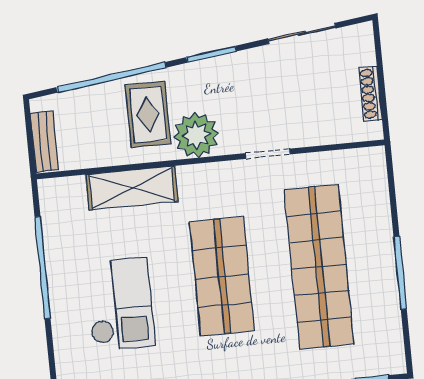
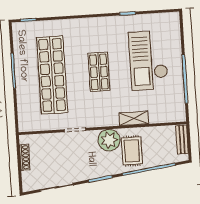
shelving: (132, 188) -> (134, 118), width x0.67, depth x0.75
shop shelf: (222, 276) -> (99, 72), width x0.70, depth x0.74
checkout: (120, 304) -> (148, 60), width x1.36, depth x1.21

